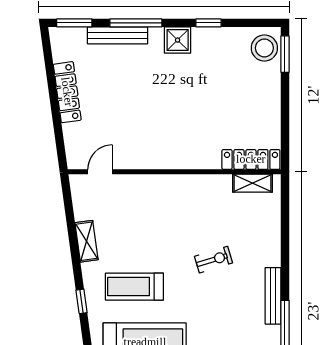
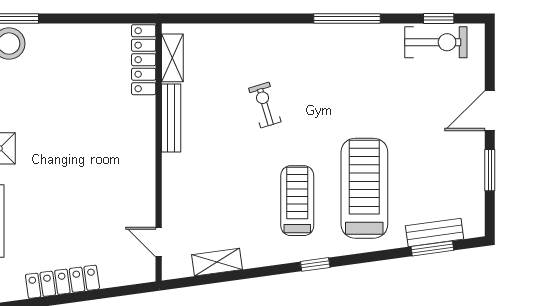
shelving: (86, 241) -> (217, 262), moved
treadmill: (134, 287) -> (297, 201), turned 180
bench: (273, 296) -> (171, 118), moved, turned 90

